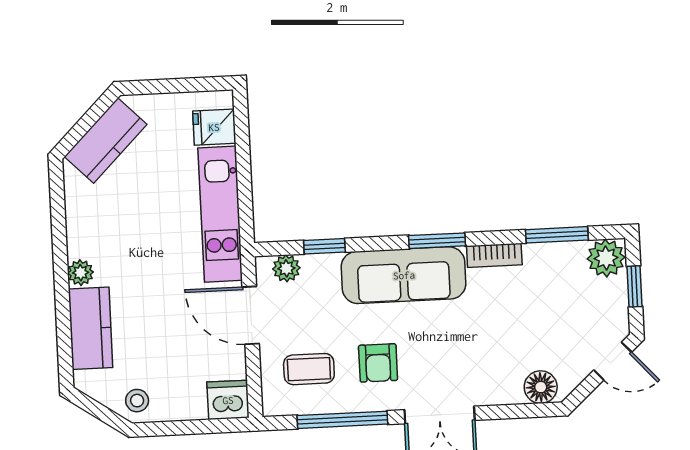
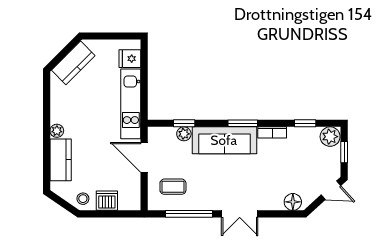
window: (557, 235) -> (305, 123), width x0.67
plant: (286, 268) -> (184, 134), moved
armchair: (378, 363) -> (209, 185), removed
dishwasher: (228, 400) -> (107, 201), moved

